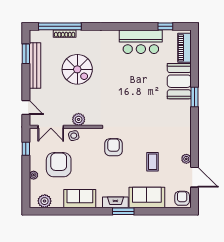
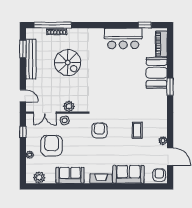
coffee table: (153, 162) -> (137, 130), moved
window: (123, 211) -> (108, 186), removed

